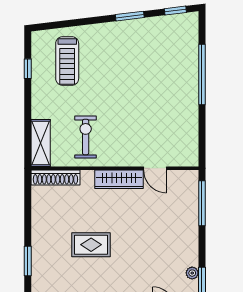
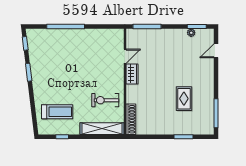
shelving: (41, 143) -> (102, 129), width x1.47
wardrobe: (119, 179) -> (132, 74), width x0.67
rug: (91, 245) -> (184, 99), moved

